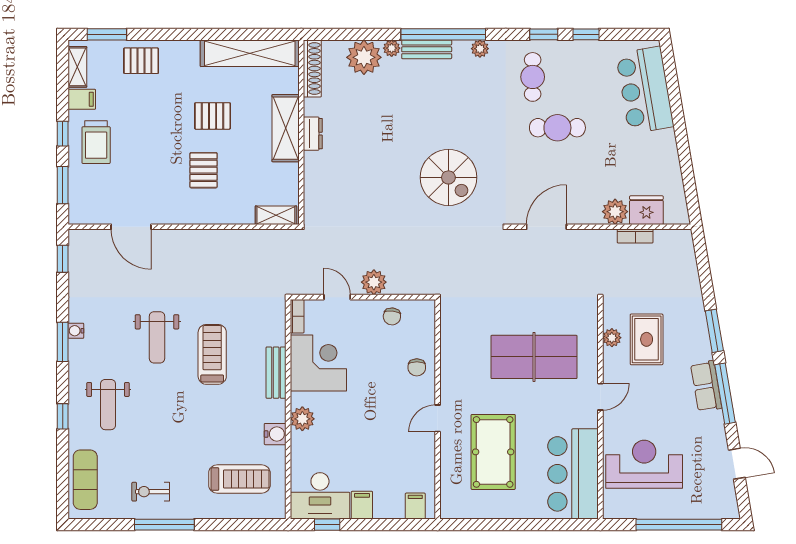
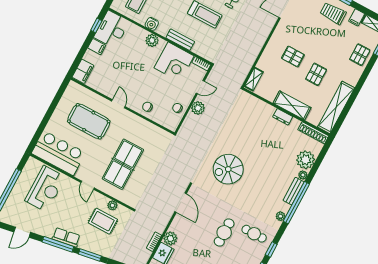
filing cabinet: (415, 506) -> (83, 71), width x2.00

